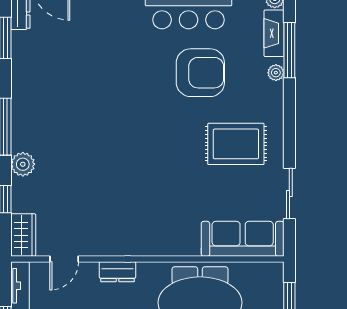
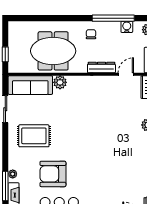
plant: (187, 244) -> (60, 82), added
dresser: (118, 272) -> (101, 67), width x1.44

